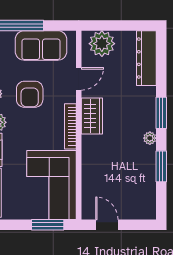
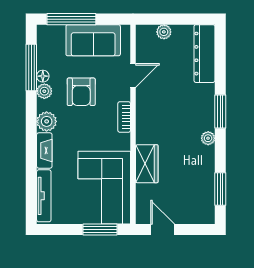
plant: (102, 44) -> (164, 32), width x0.53, depth x0.53
wardrobe: (92, 116) -> (147, 164), moved
bookcase: (70, 126) -> (124, 117), width x0.64
window: (161, 166) -> (220, 189), moved

